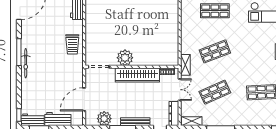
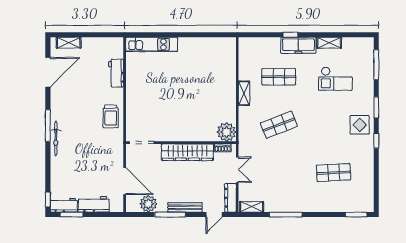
plant: (125, 58) -> (227, 132), moved
shelving: (185, 65) -> (244, 93), moved
shop shelf: (215, 92) -> (279, 173), removed
door: (84, 99) -> (125, 181), swing flipped

